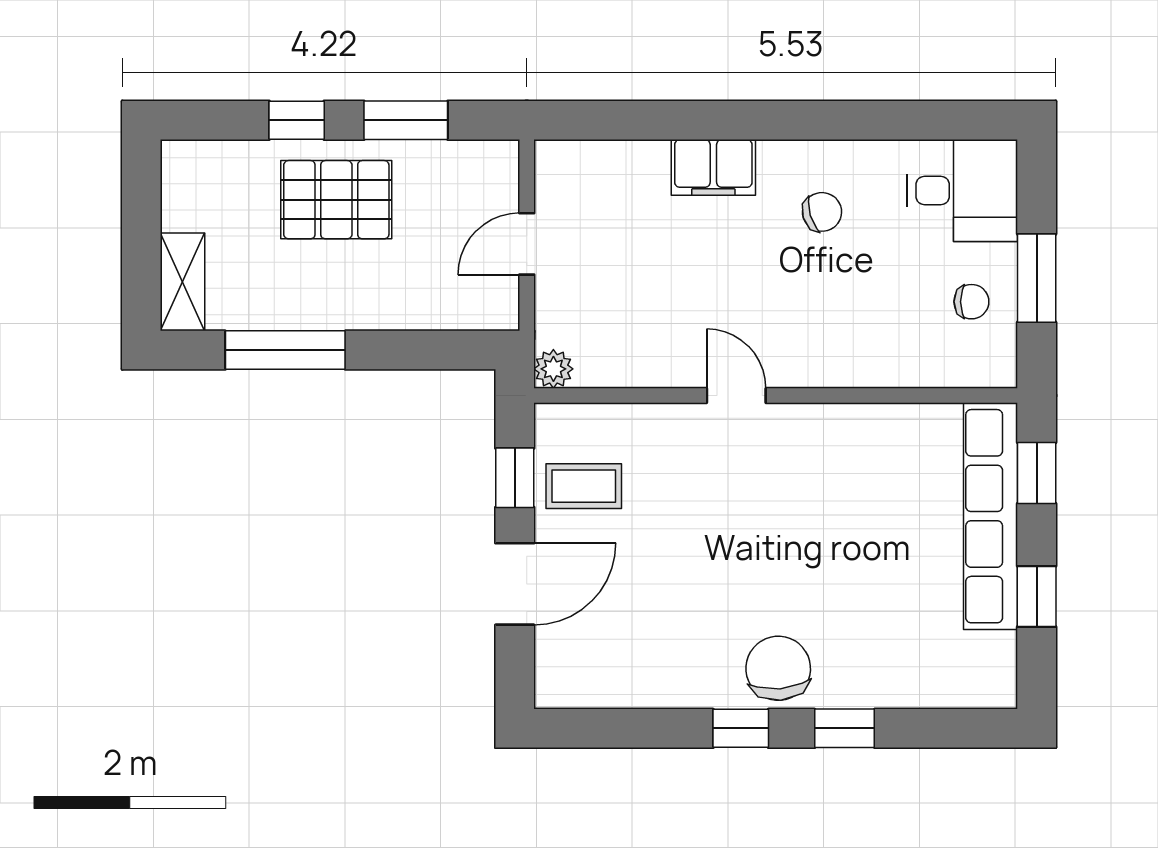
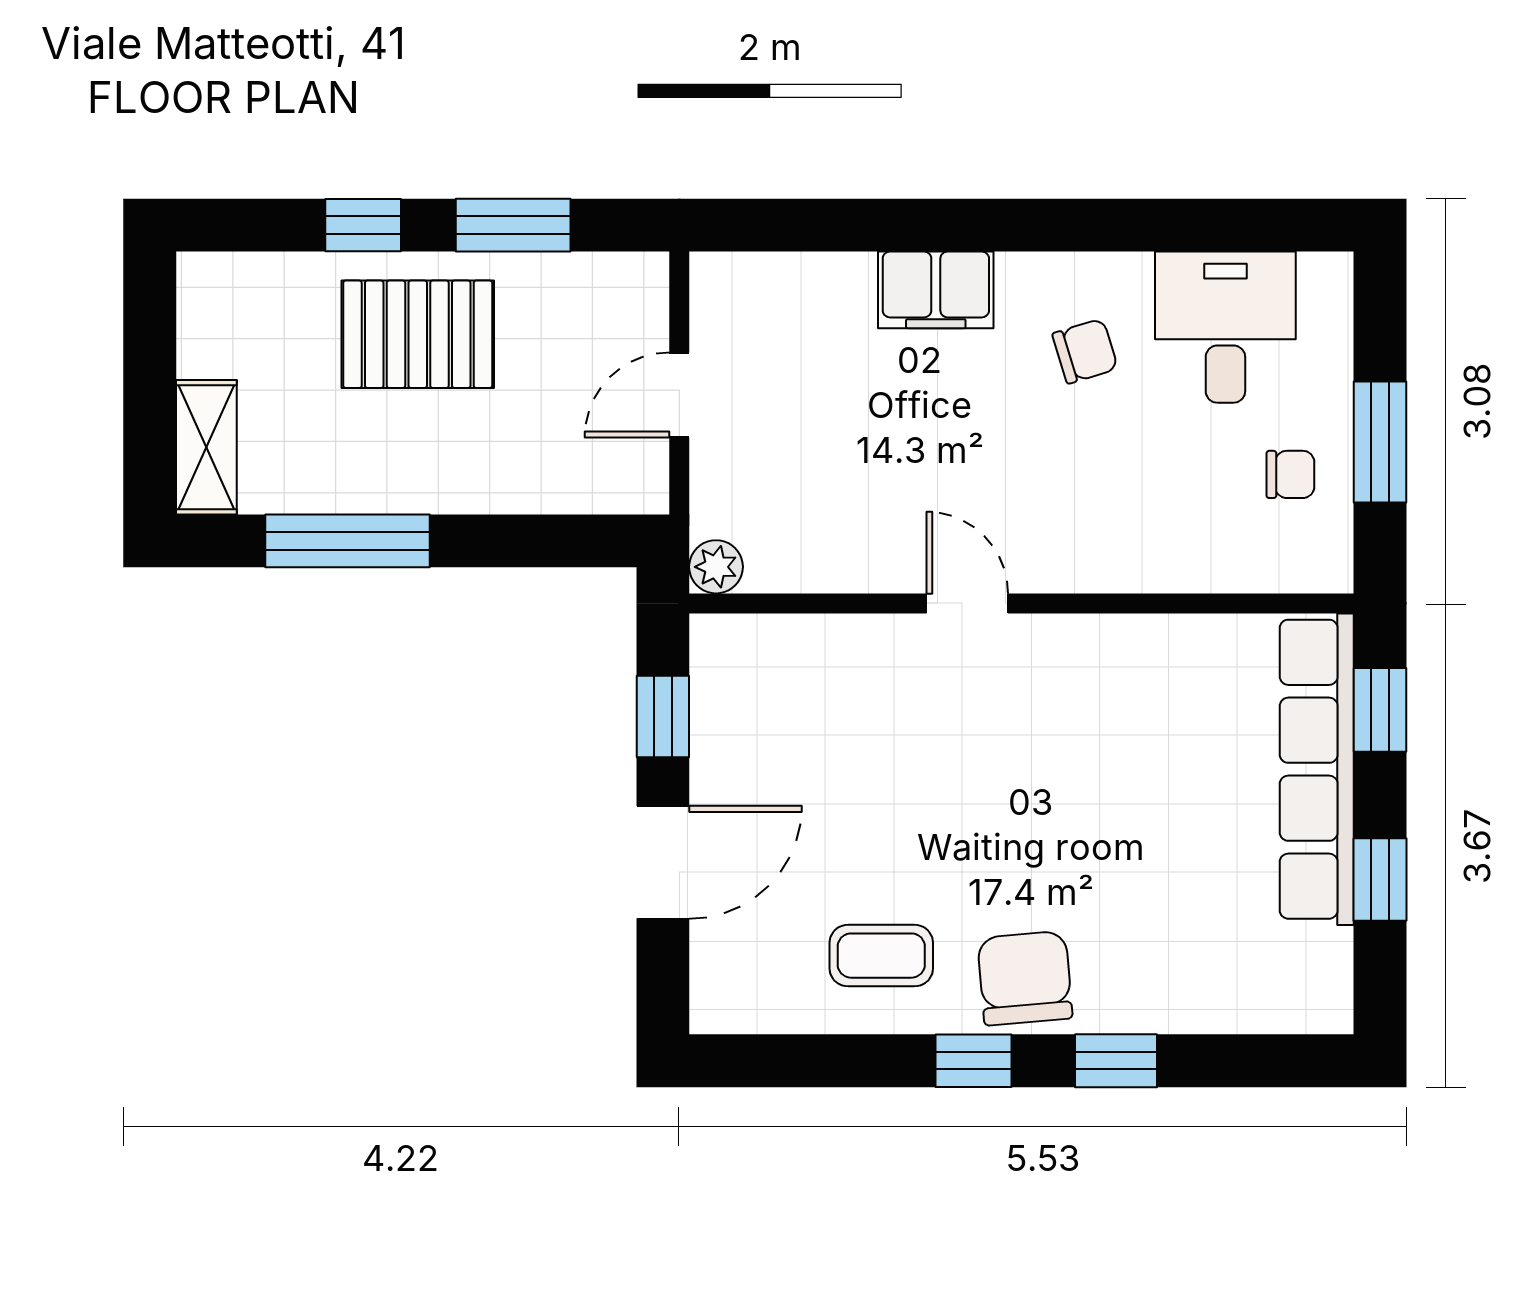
desk: (962, 190) -> (1225, 327), moved, turned -90
coffee table: (584, 486) -> (881, 956), moved

